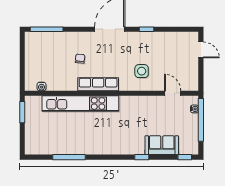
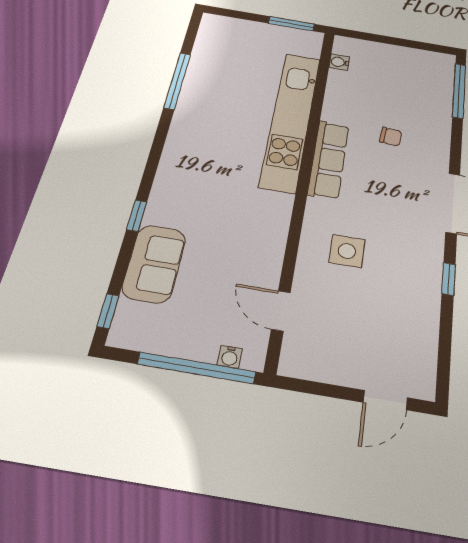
door: (173, 93) -> (281, 311), swing flipped

